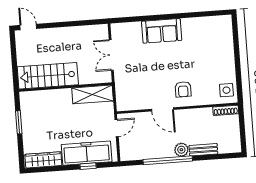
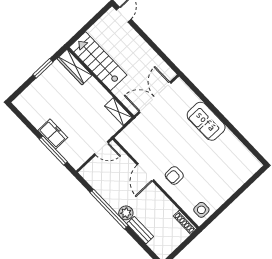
double door: (111, 55) -> (155, 97), width x1.37
shelving: (93, 94) -> (118, 112), width x0.67, depth x0.75
freezer: (87, 153) -> (53, 134), width x0.52, depth x0.79
wardrobe: (43, 160) -> (75, 67), moved, turned 180
window: (88, 166) -> (53, 151), width x2.17

